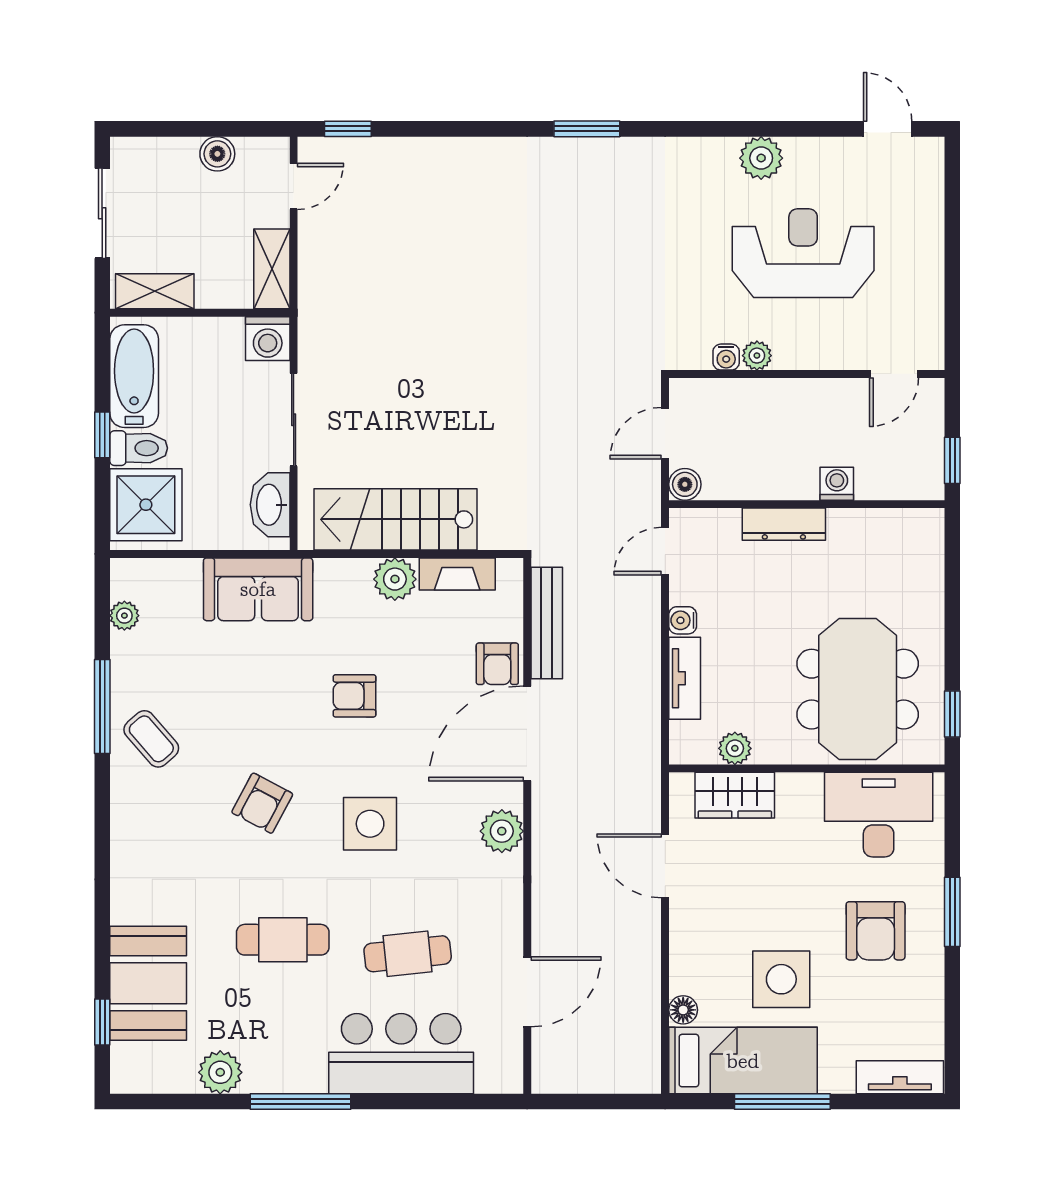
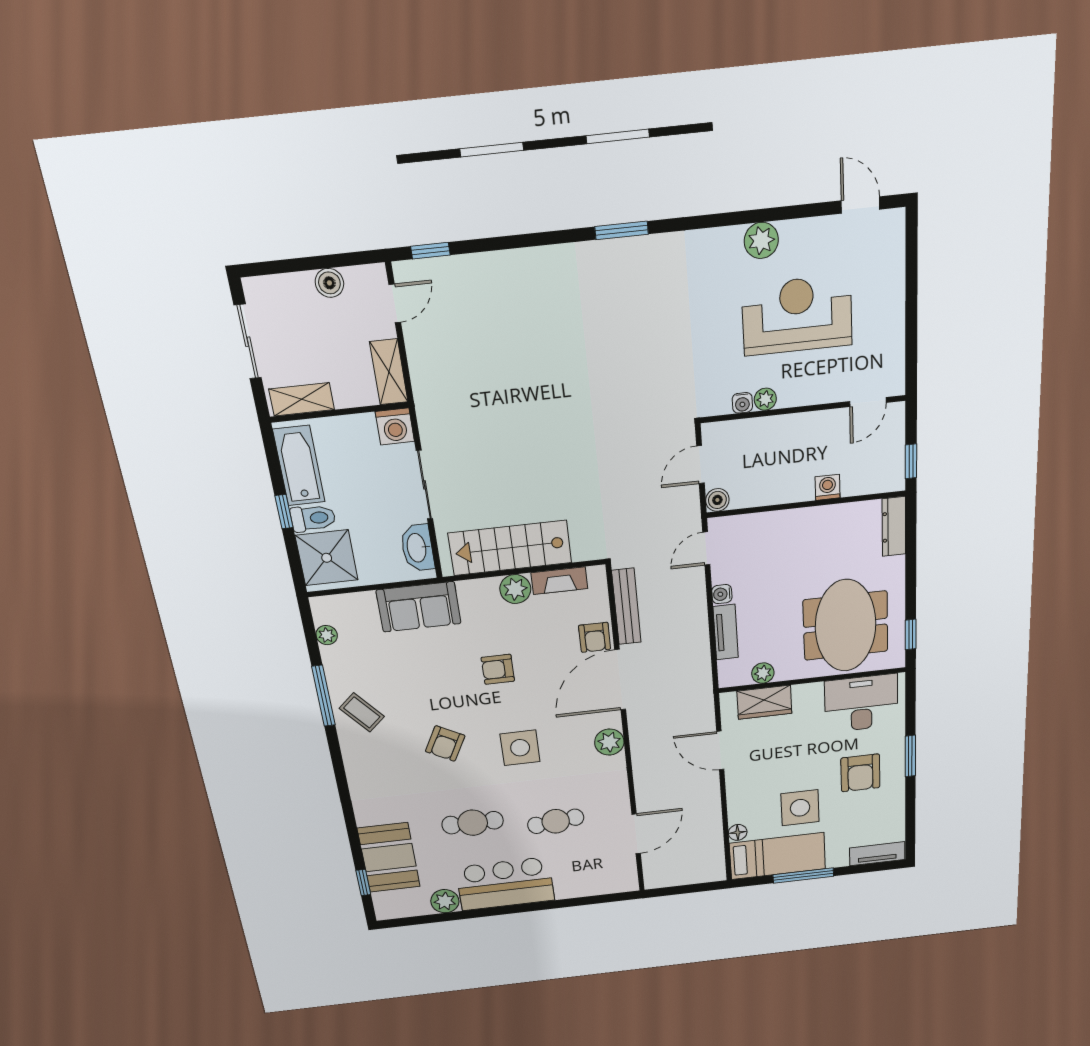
dresser: (784, 524) -> (894, 526), moved, turned 90
bar counter: (401, 1054) -> (505, 884), moved
window: (301, 1101) -> (499, 911), removed

